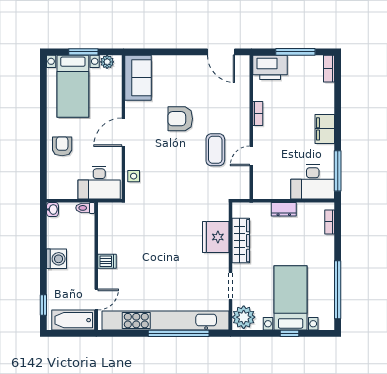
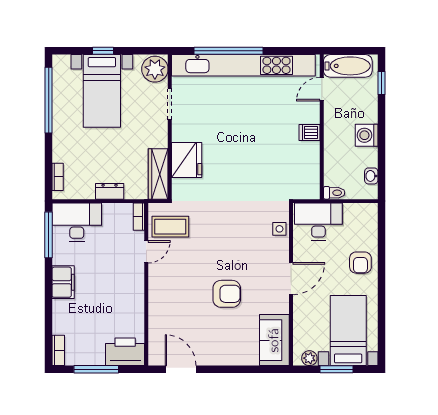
bookcase: (258, 114) -> (139, 217), moved
coffee table: (215, 150) -> (170, 227), moved, turned 90
washbasin: (52, 209) -> (371, 176), moved
wardrobe: (241, 241) -> (158, 174), moved

